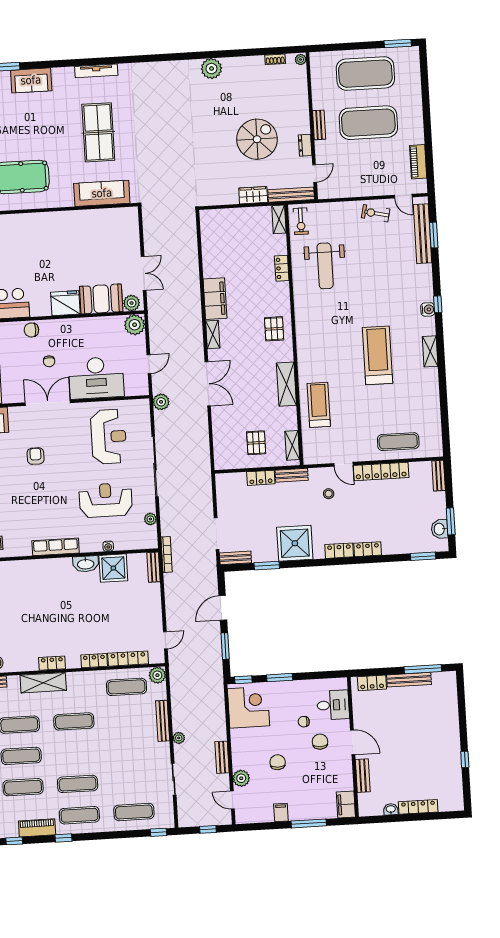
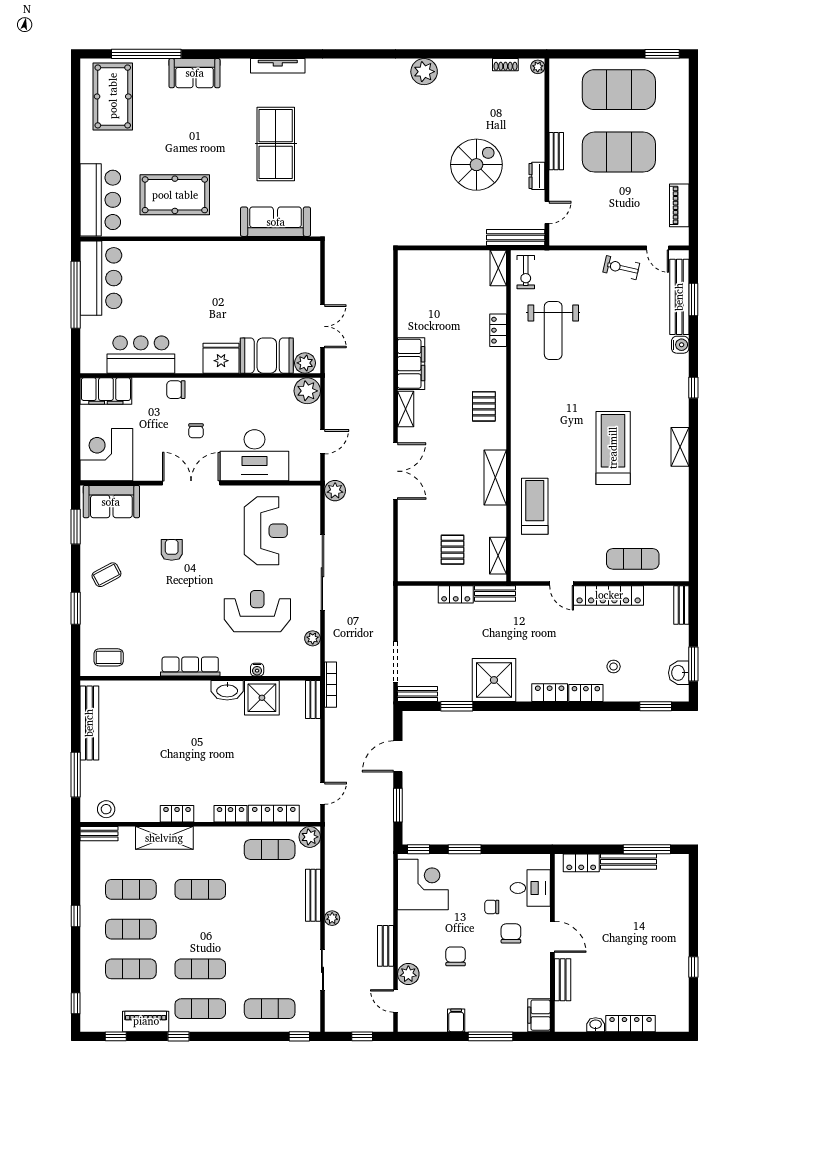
wardrobe: (253, 195) -> (467, 235), removed
water cooler: (428, 309) -> (680, 345), moved
stool: (329, 494) -> (614, 667), moved

